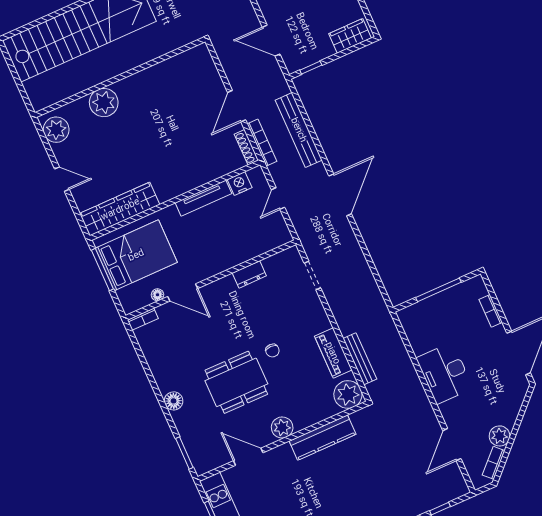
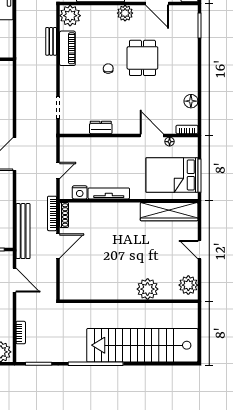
bench: (299, 130) -> (23, 231), moved
bench: (360, 359) -> (51, 41), width x0.73
dining table: (236, 382) -> (142, 58), width x0.73
floor lamp: (174, 401) -> (191, 101), moved

